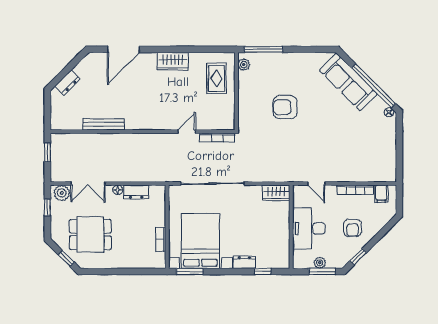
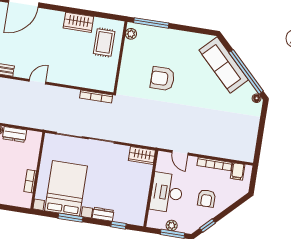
wardrobe: (173, 61) -> (78, 22), moved
door: (187, 132) -> (37, 82), moved
window: (190, 271) -> (70, 218), moved

